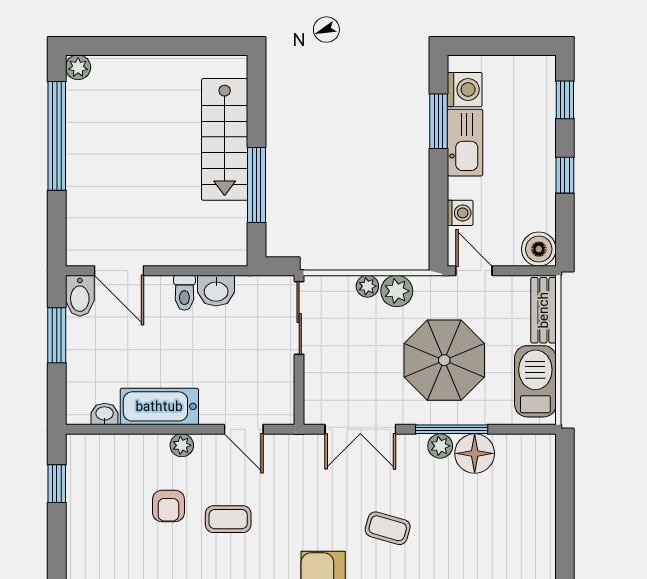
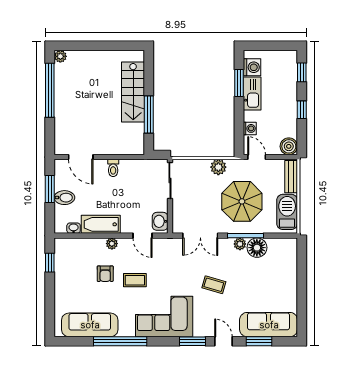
plant: (367, 286) -> (204, 165), removed
washbasin: (216, 291) -> (160, 221), moved, turned 90
bidet: (80, 296) -> (64, 198), moved, turned -90

